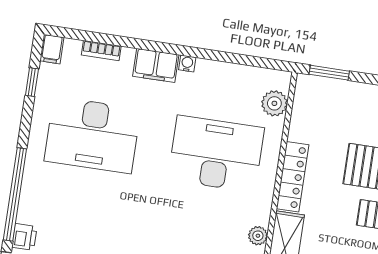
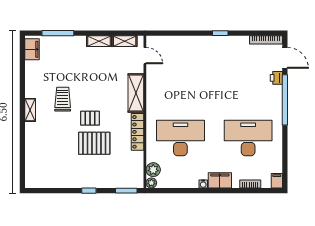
window: (32, 82) -> (285, 161), removed
desk: (216, 154) -> (180, 138), turned 180
plant: (258, 236) -> (151, 183), moved

